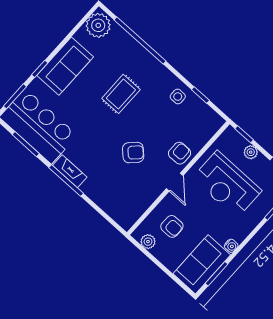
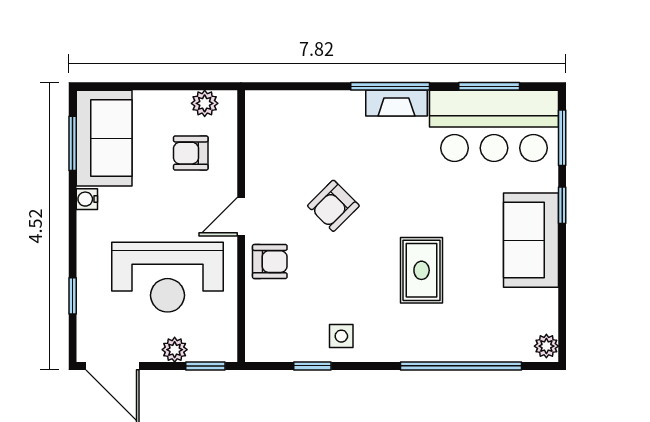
plant: (98, 25) -> (546, 346), width x0.53, depth x0.53
armchair: (180, 153) -> (270, 262), turned -90
door: (175, 182) -> (241, 217), hinge flipped
reception desk: (227, 184) -> (167, 277), turned 180

